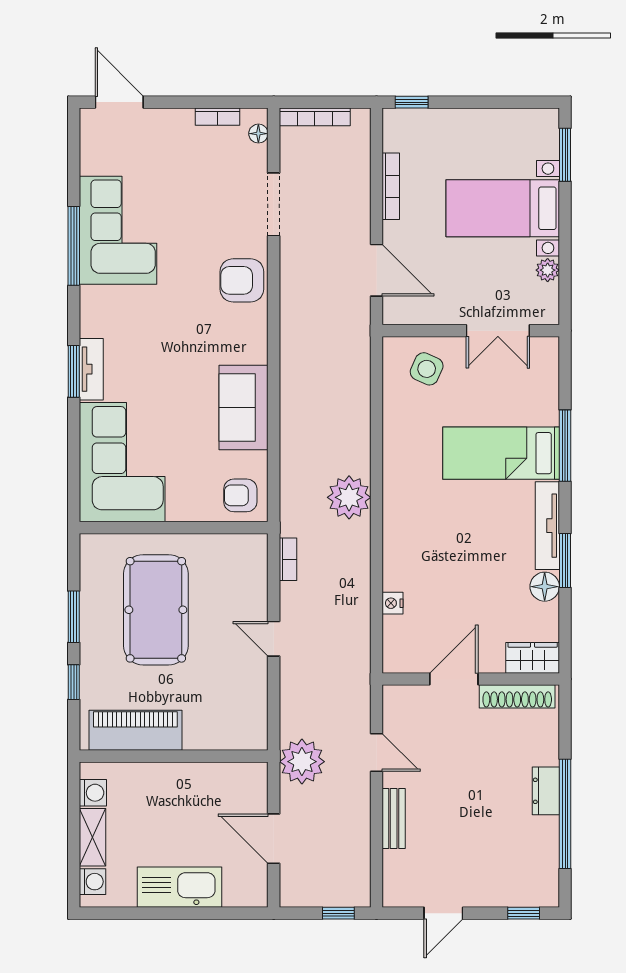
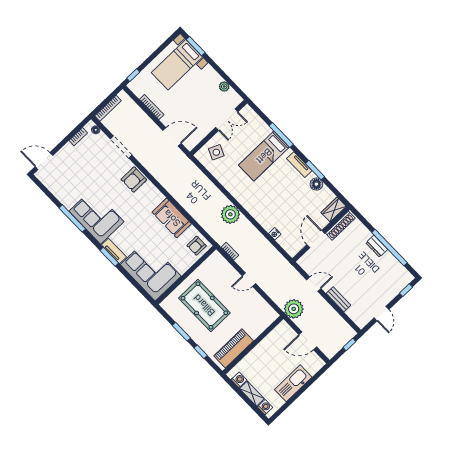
bed with nightstands: (503, 208) -> (177, 65), moved
corner sofa: (118, 230) -> (96, 216), moved
tv unit: (547, 526) -> (299, 165), width x0.71

